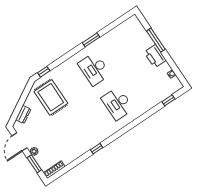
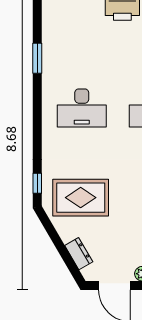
window: (91, 40) -> (37, 58), moved

